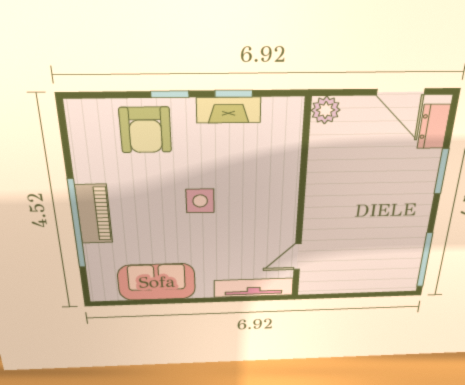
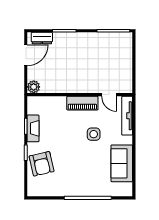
armchair: (145, 130) -> (42, 164), turned 77
side table: (200, 201) -> (94, 134), moved
piano: (94, 214) -> (82, 103), moved, turned 180

